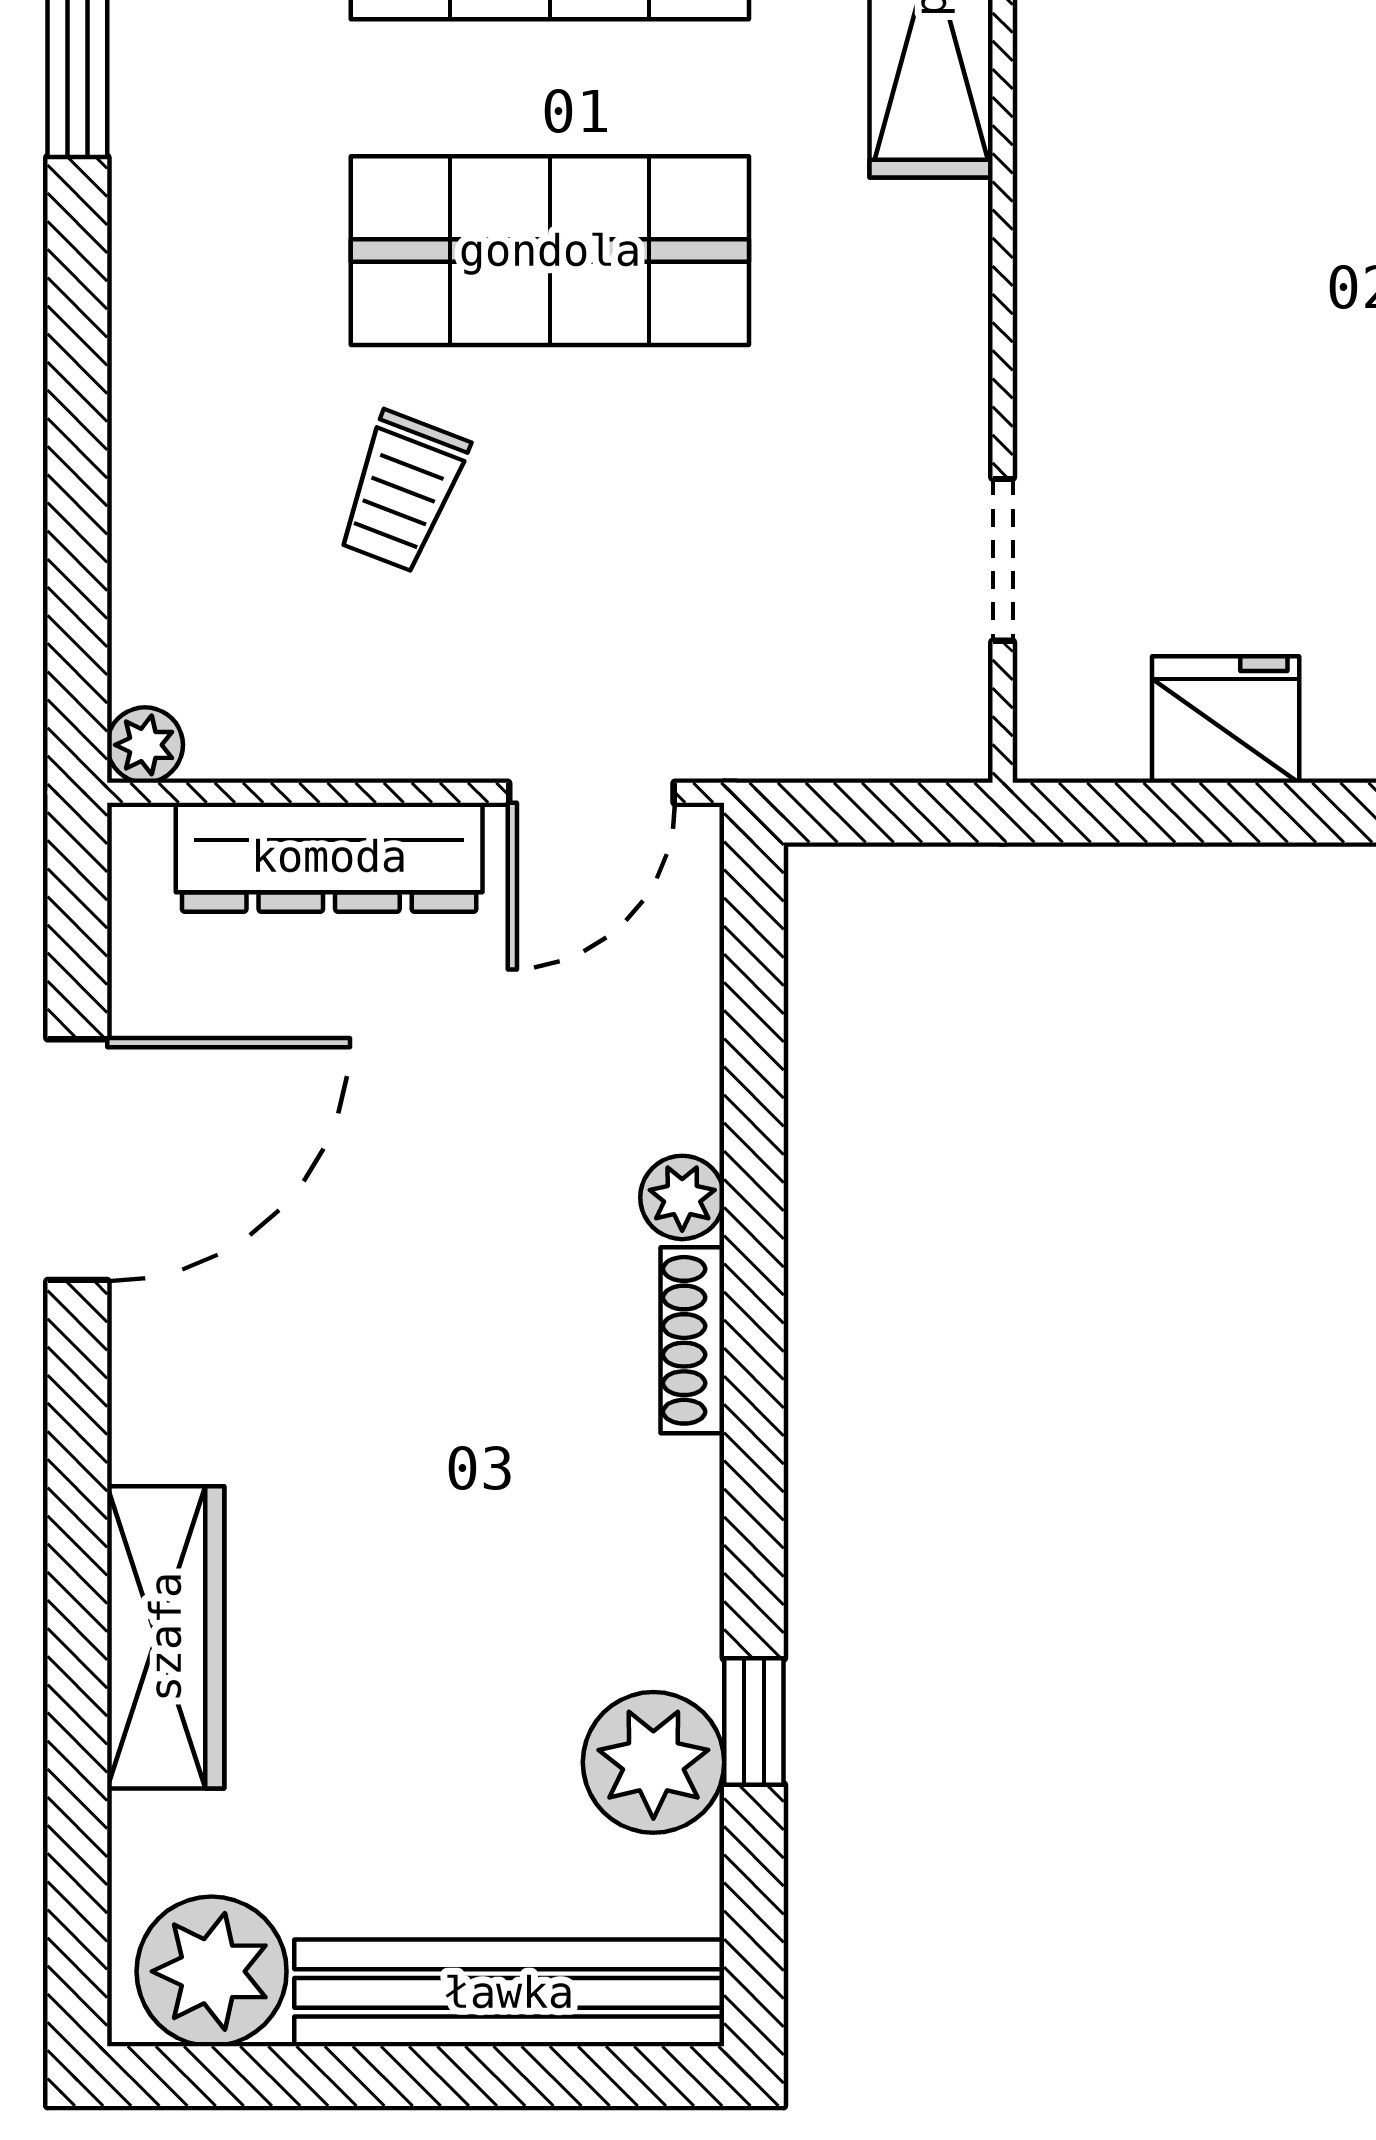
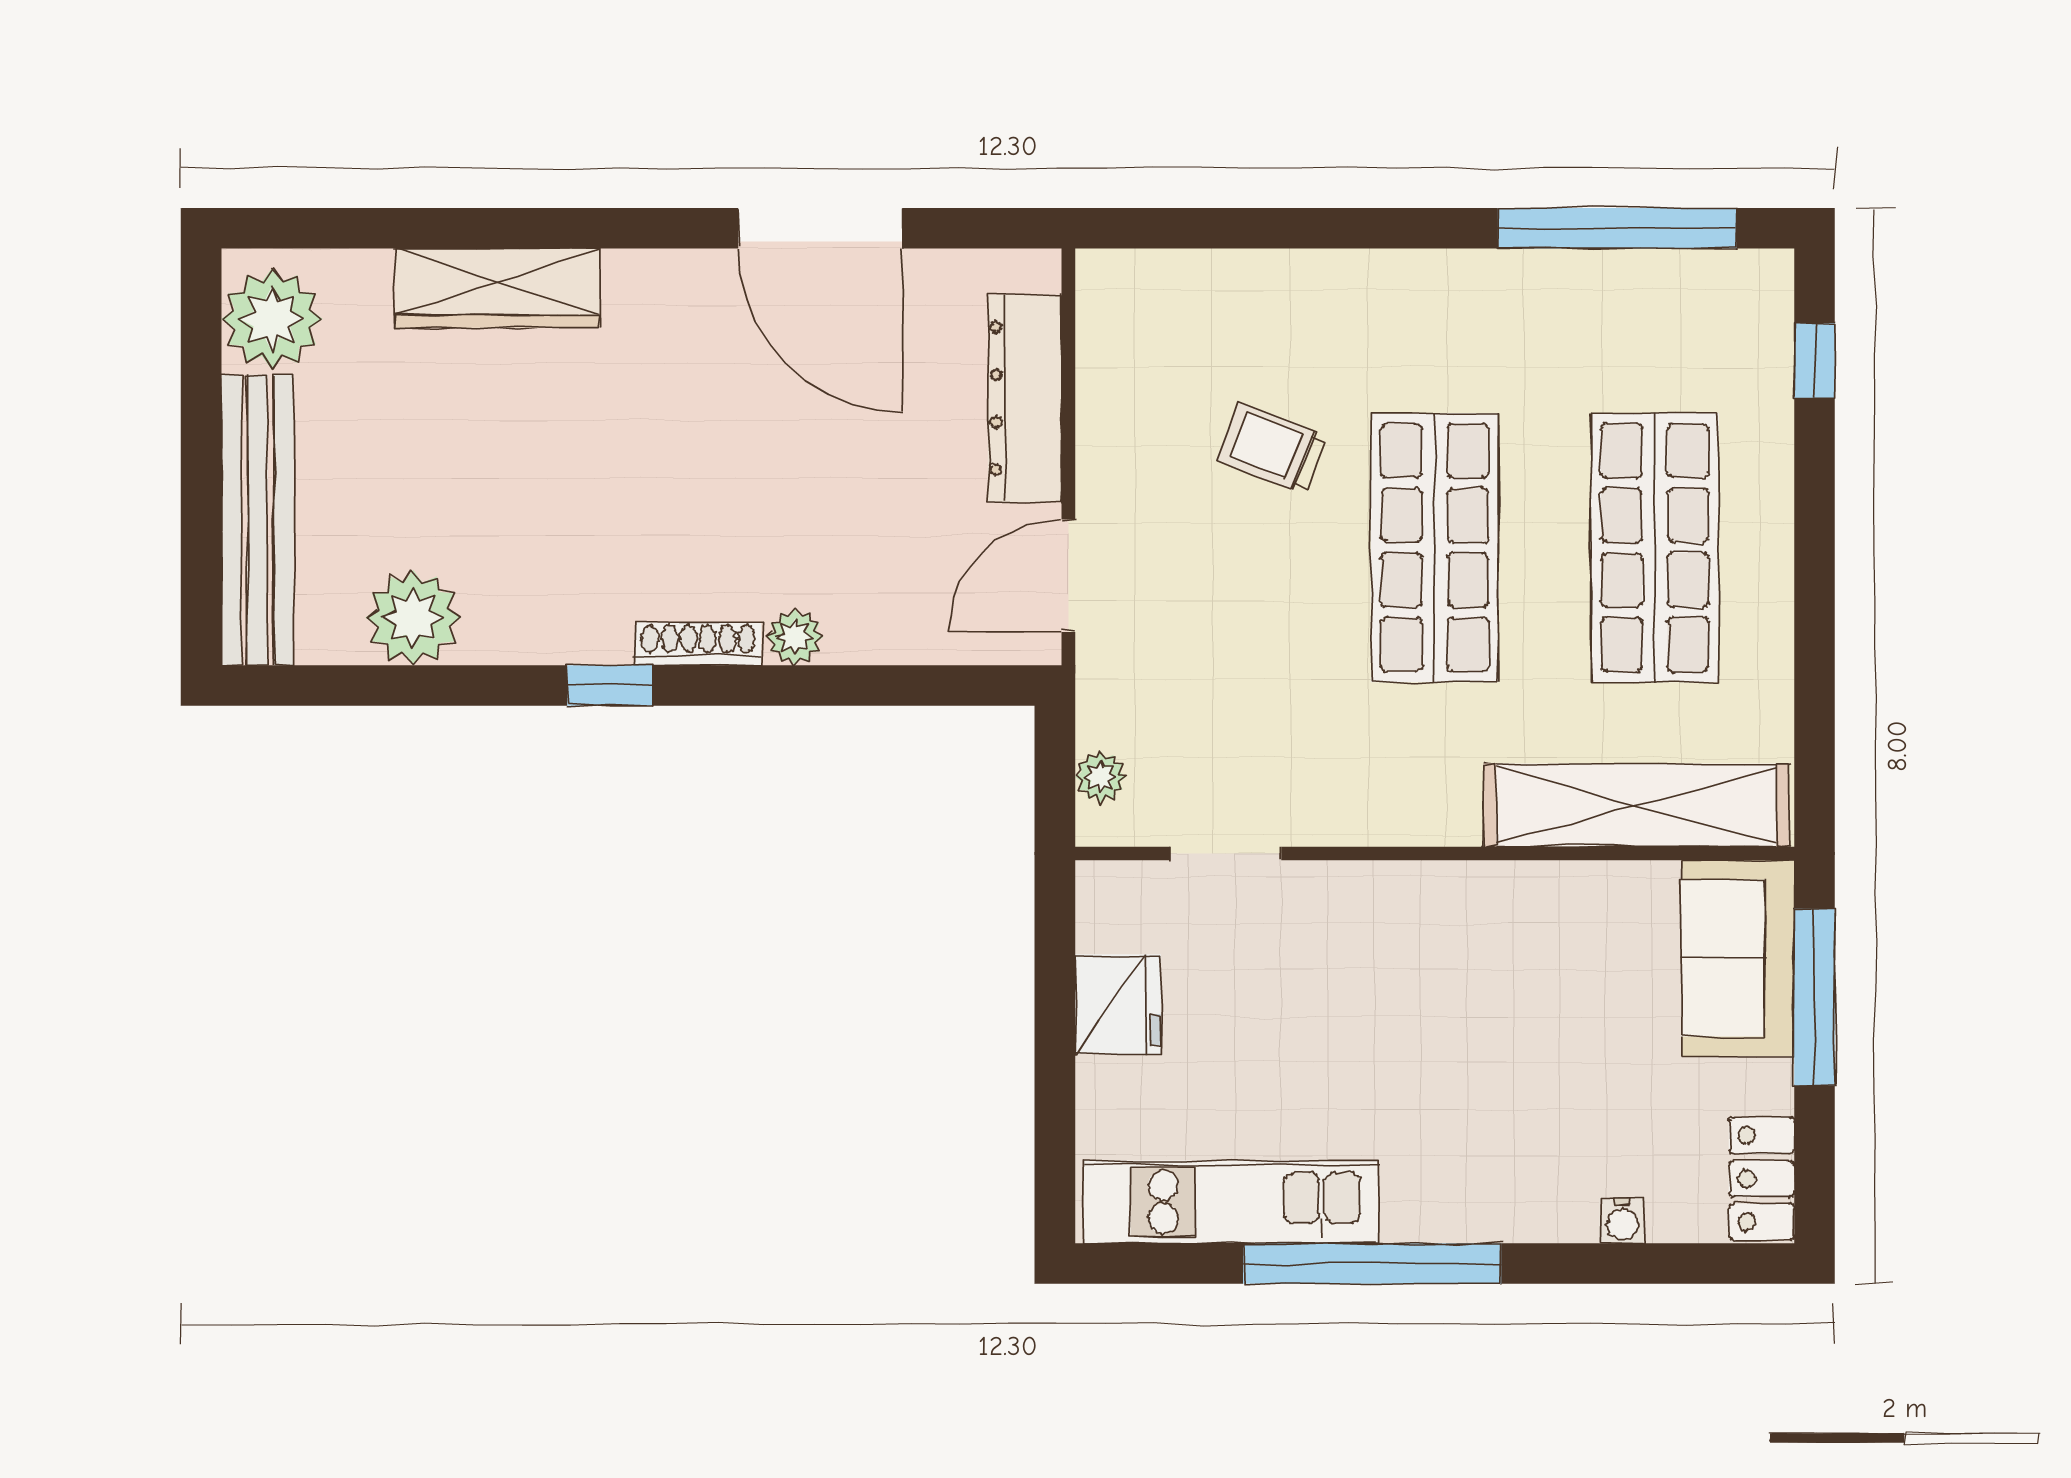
plant: (145, 745) -> (1101, 777), moved
door: (591, 793) -> (1068, 576), hinge flipped
window: (754, 1722) -> (610, 685), moved

